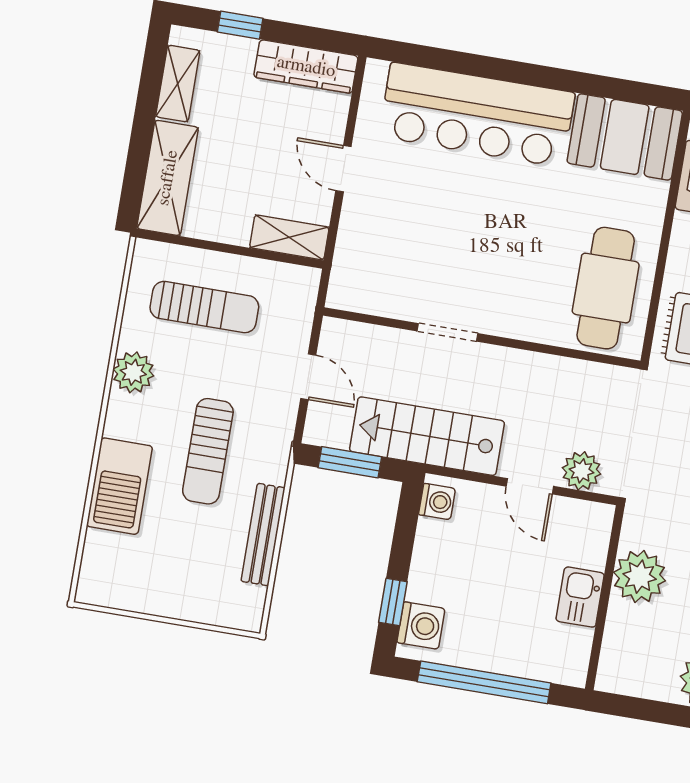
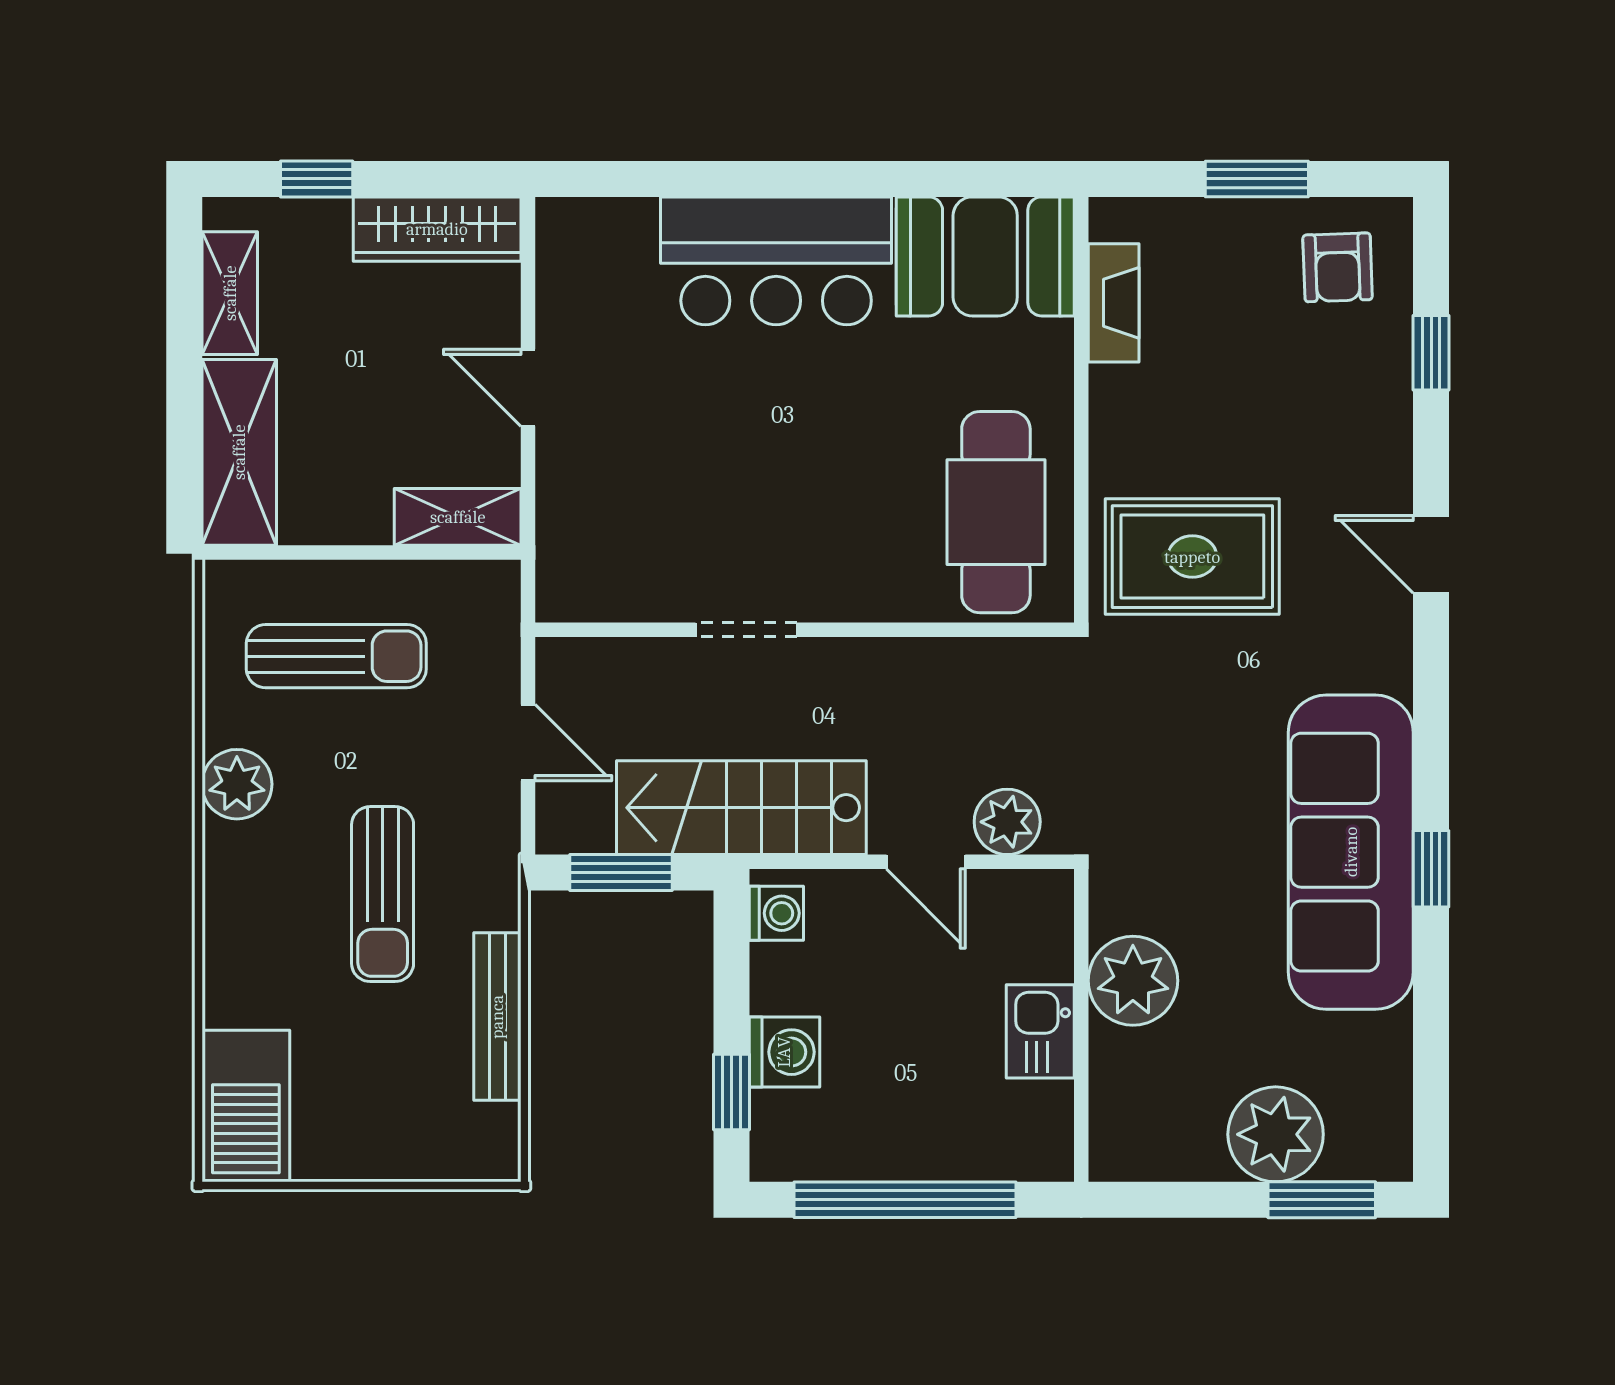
bar counter: (477, 115) -> (776, 261), width x0.73
barbecue: (119, 486) -> (246, 1106), moved
washing machine: (421, 626) -> (784, 1052), moved

